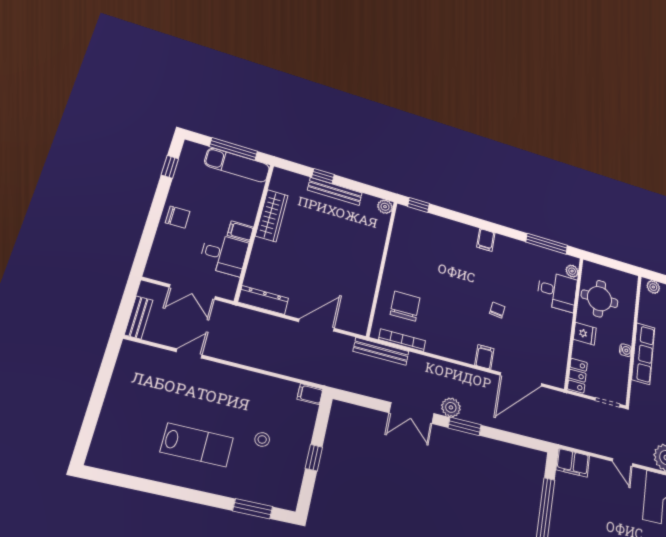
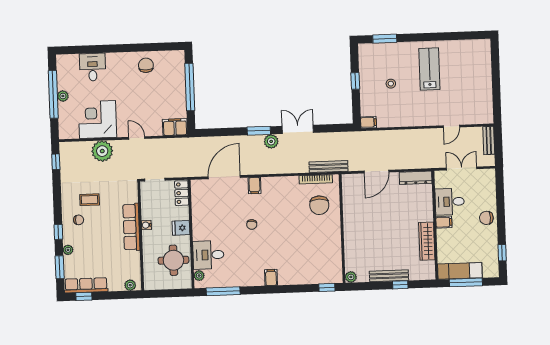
lab bench: (197, 445) -> (429, 69), turned 90

